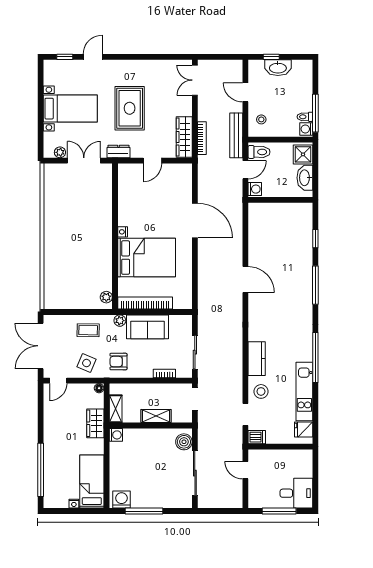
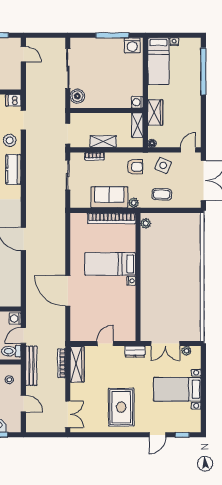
rug: (130, 108) -> (121, 407), moved
bed: (147, 258) -> (110, 264), width x0.67
shelving: (156, 416) -> (103, 142), moved
door: (245, 470) -> (23, 54), moved

